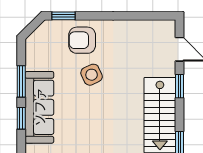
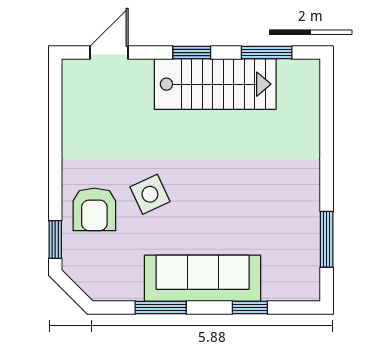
window: (179, 86) -> (192, 53), moved
window: (21, 118) -> (250, 307), moved

